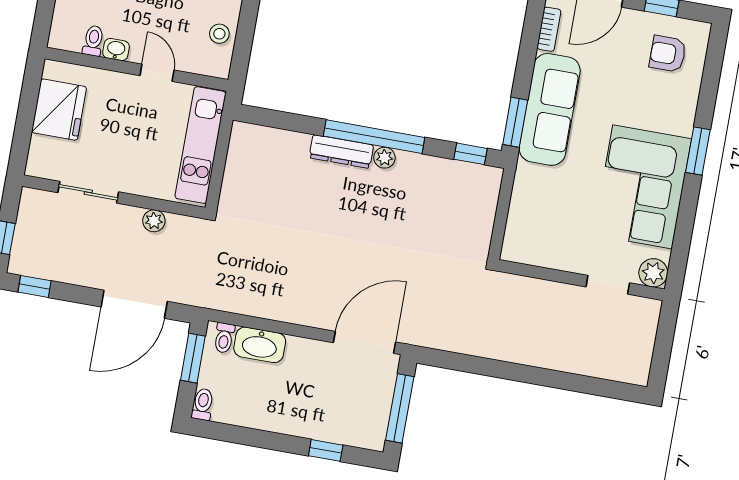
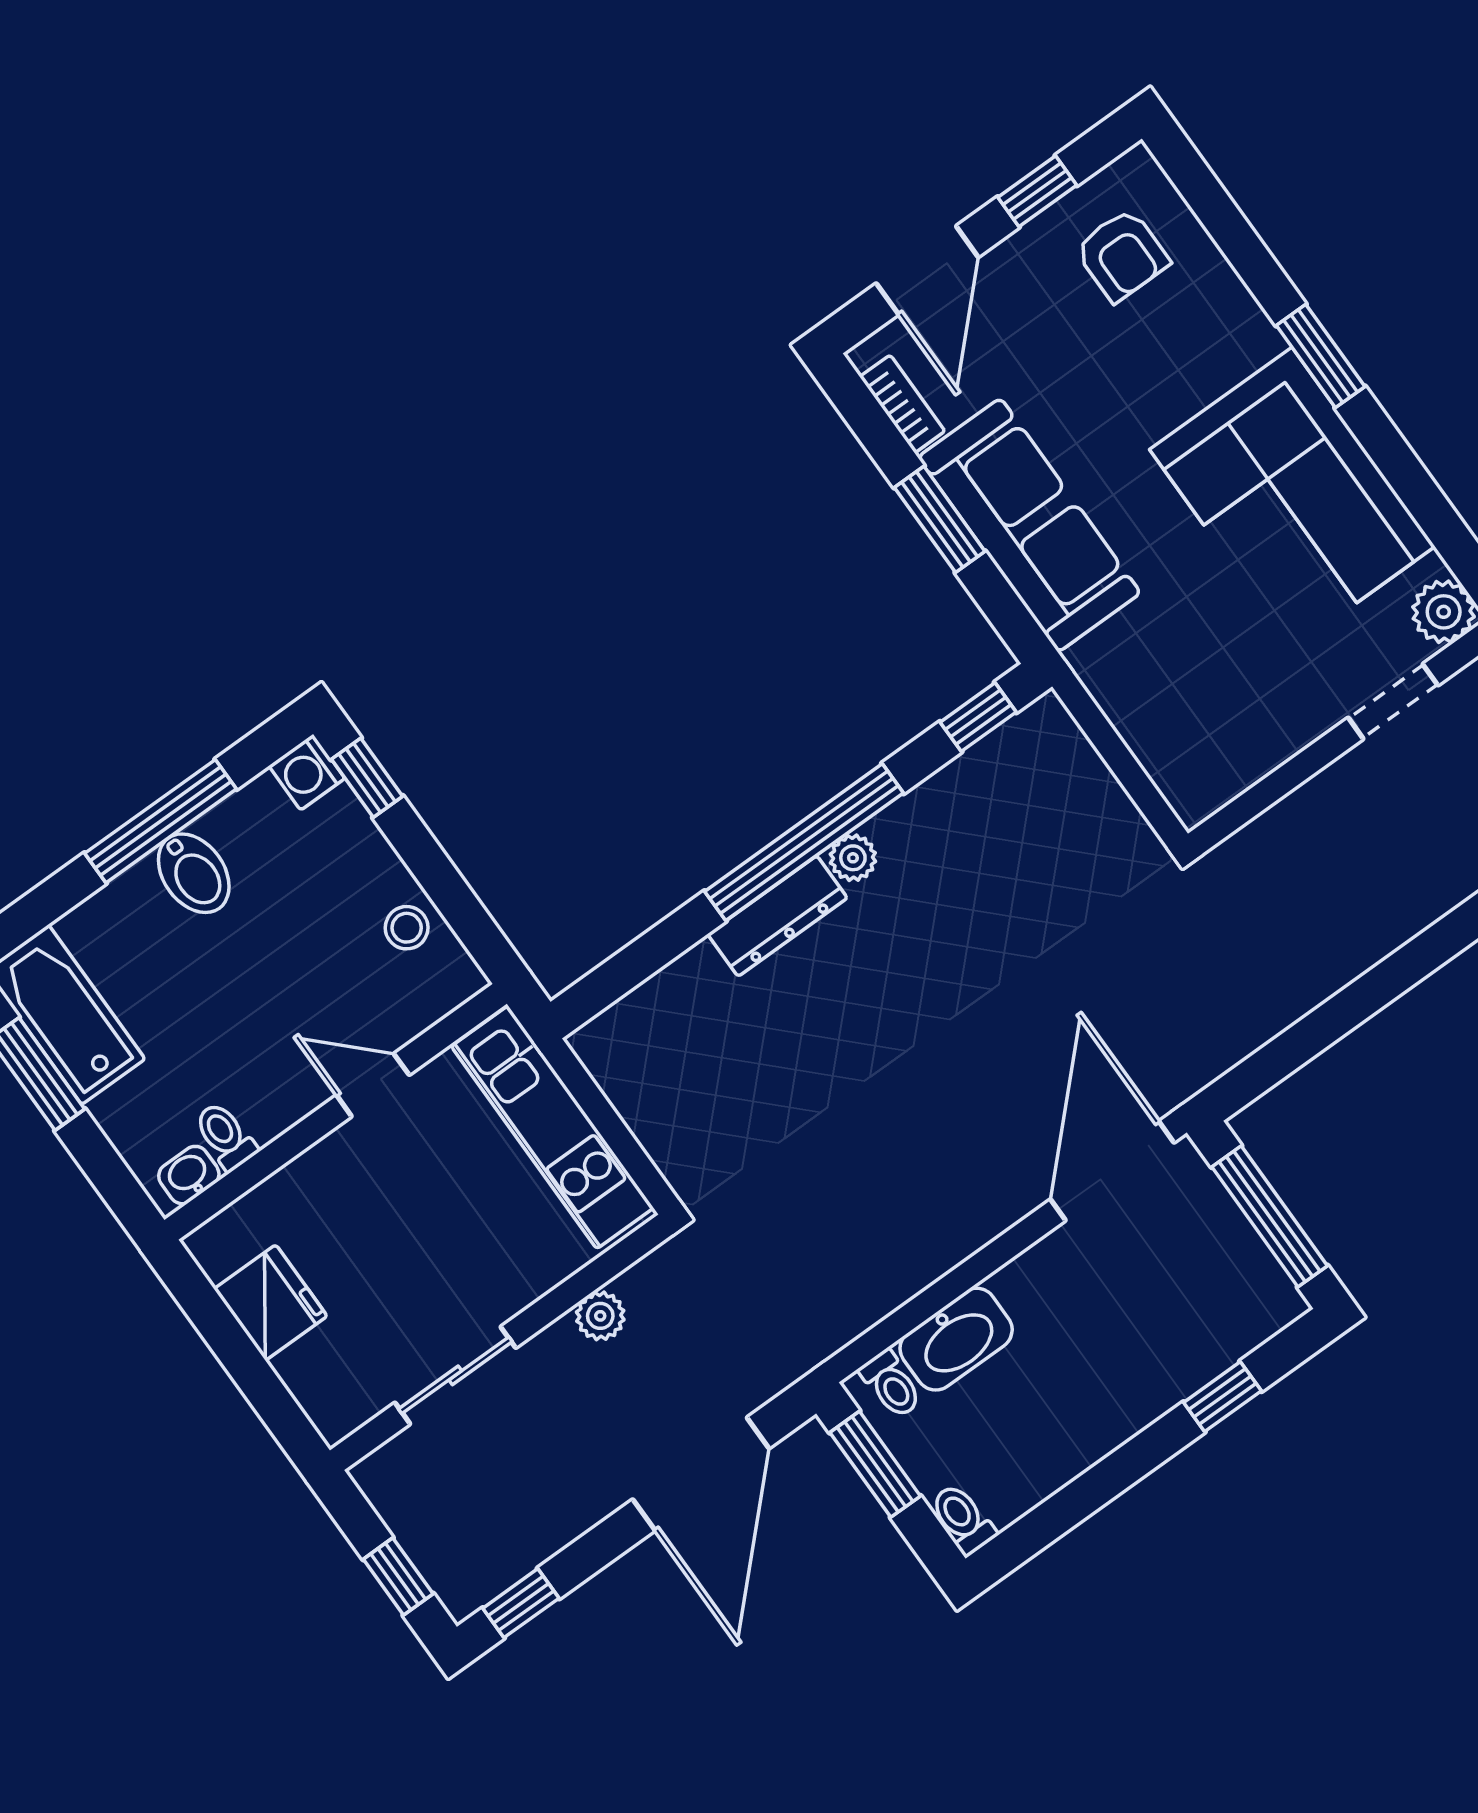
washbasin: (116, 50) -> (189, 1175), moved
armchair: (668, 54) -> (1122, 255), turned -90
fridge: (59, 110) -> (271, 1303), width x0.73, depth x0.75
window: (515, 122) -> (940, 519), moved

